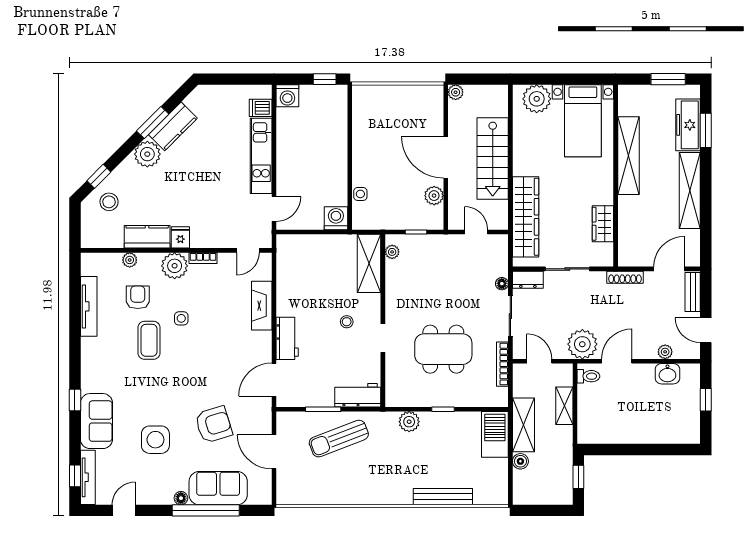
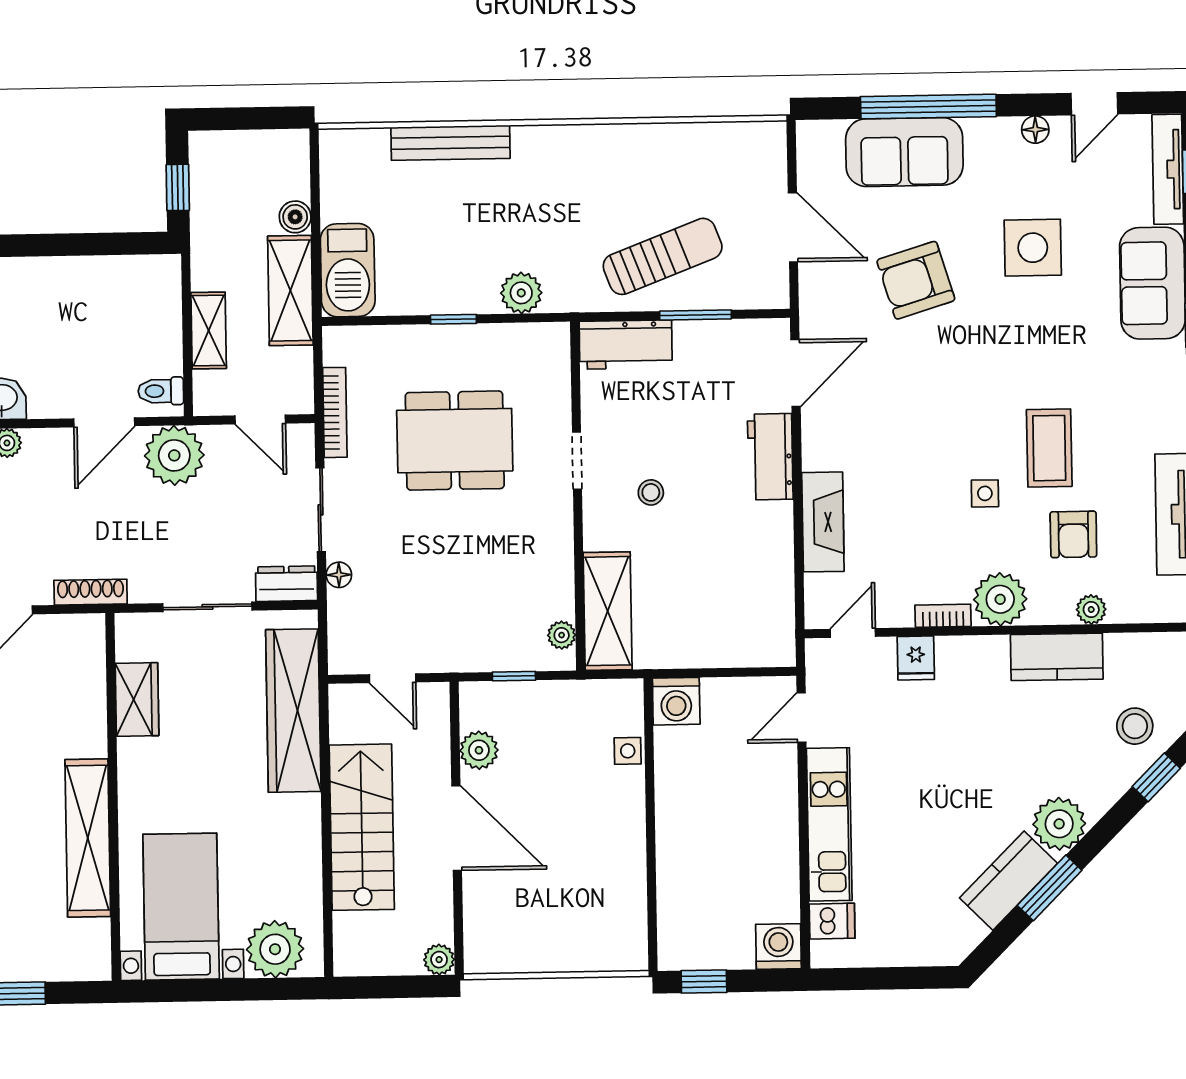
fridge: (180, 237) -> (916, 658), moved
floor lamp: (181, 498) -> (1035, 130), moved

